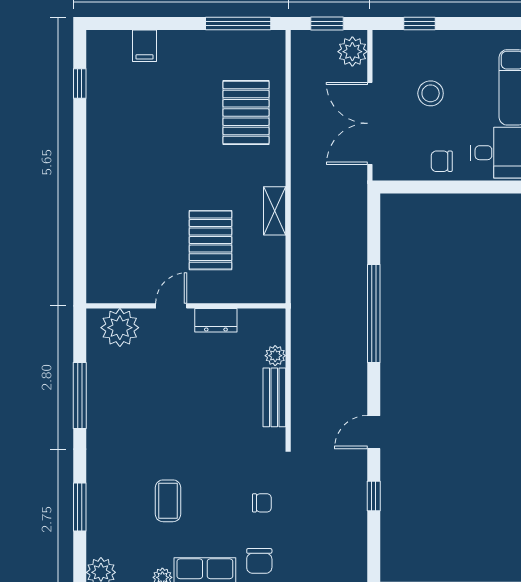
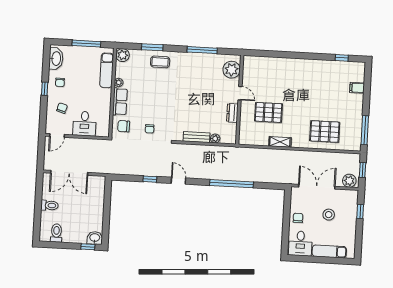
coffee table: (168, 501) -> (160, 62), moved

